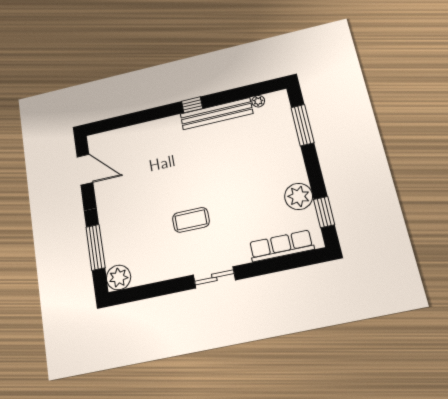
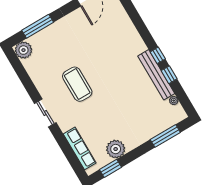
window: (222, 98) -> (169, 75), added
coffee table: (191, 220) -> (77, 84), width x1.36, depth x1.32

